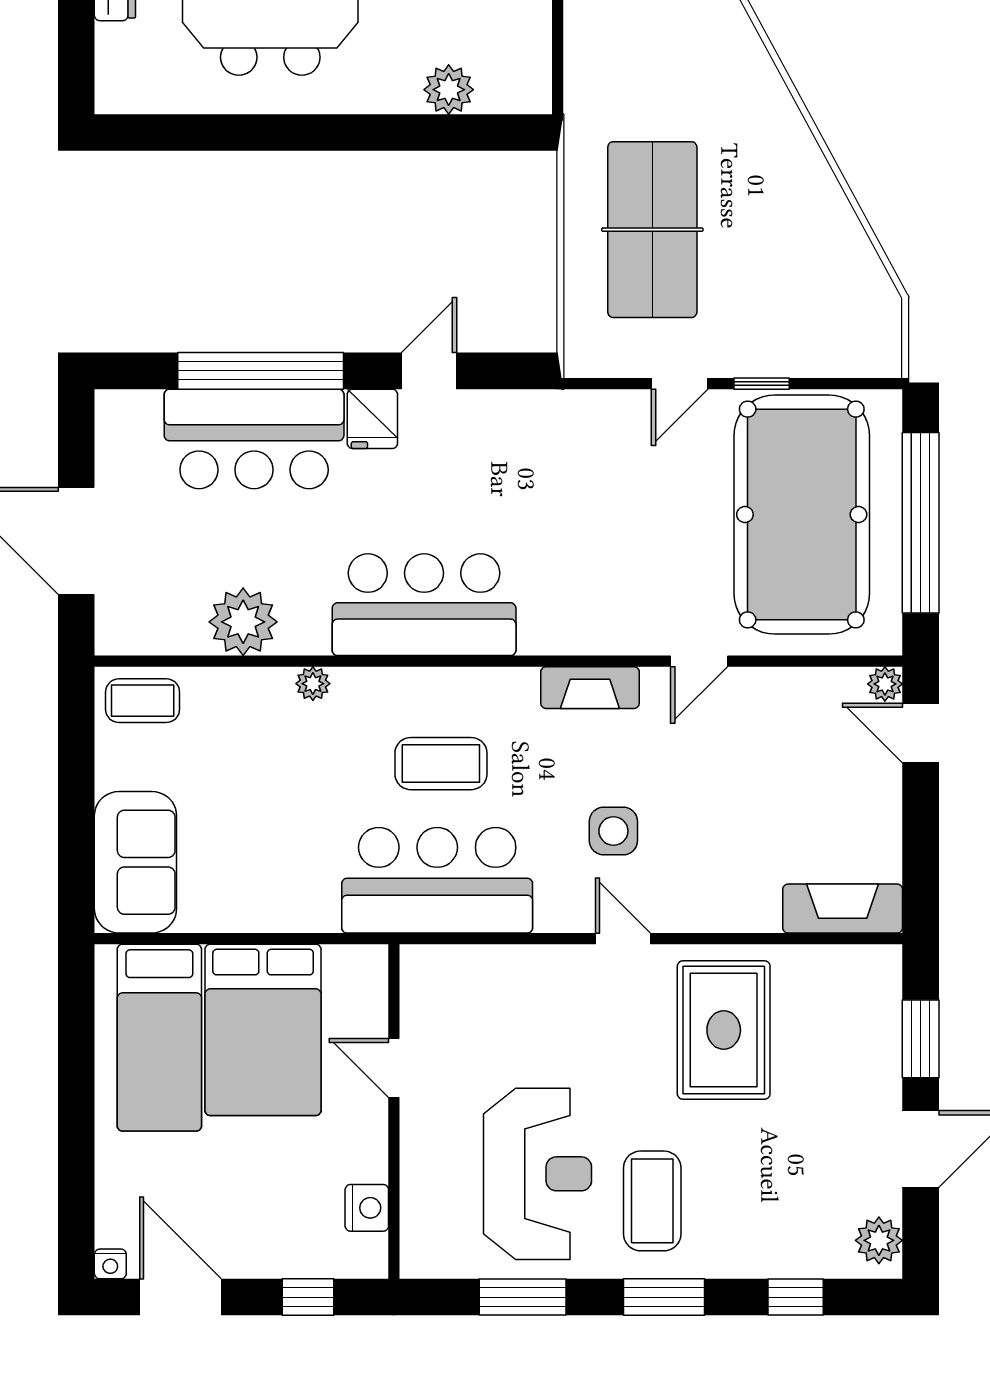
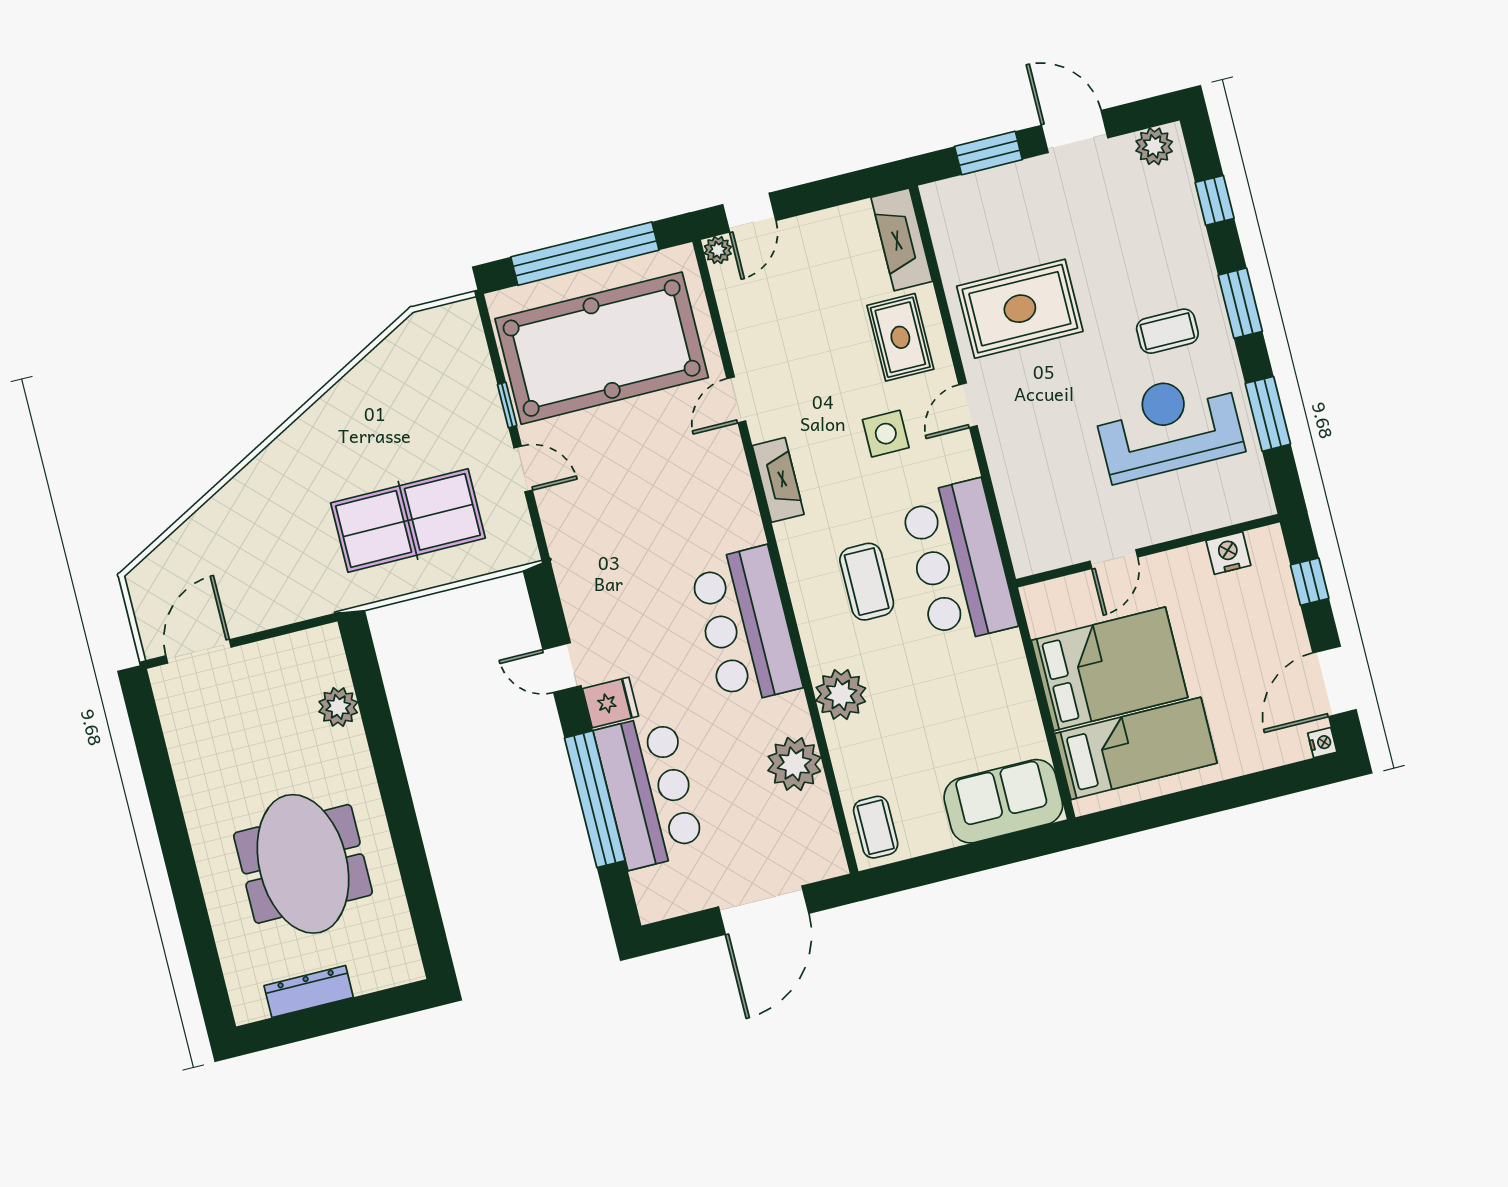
door: (699, 661) -> (736, 400), swing flipped
plant: (313, 684) -> (841, 694), width x1.88, depth x1.88
rug: (725, 877) -> (900, 337), added
coffee table: (652, 1201) -> (1167, 331), width x0.73, depth x0.77

